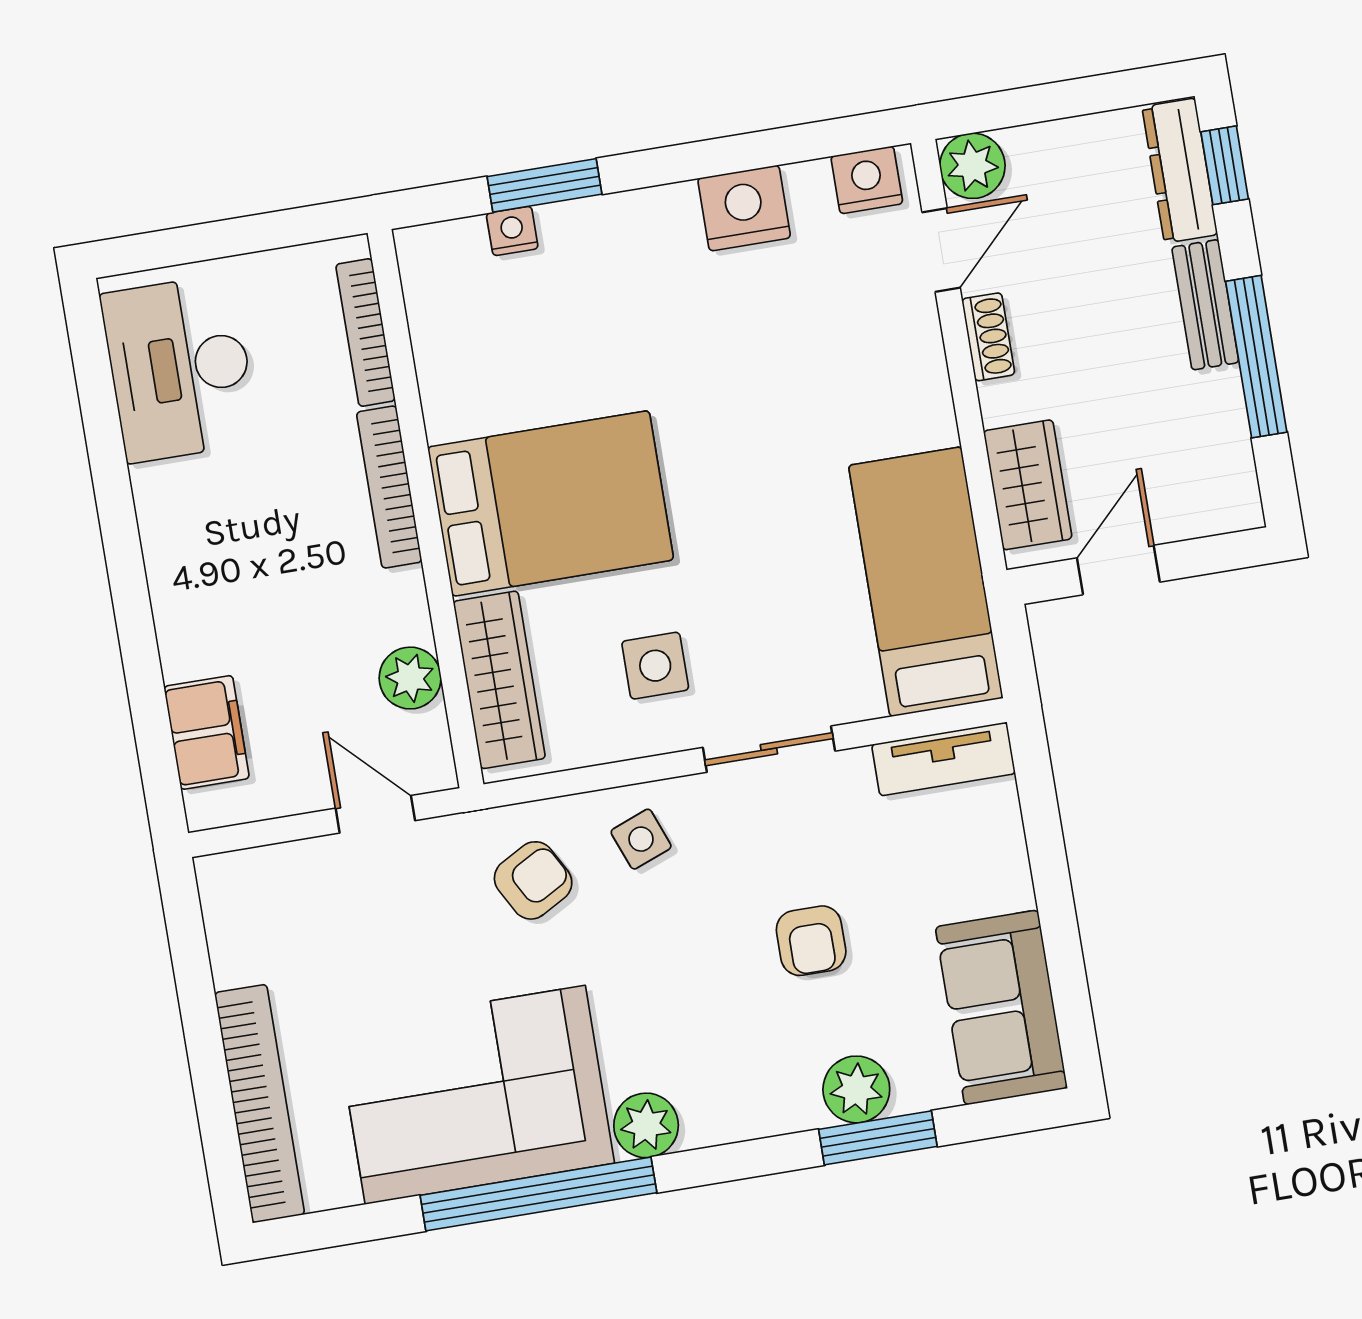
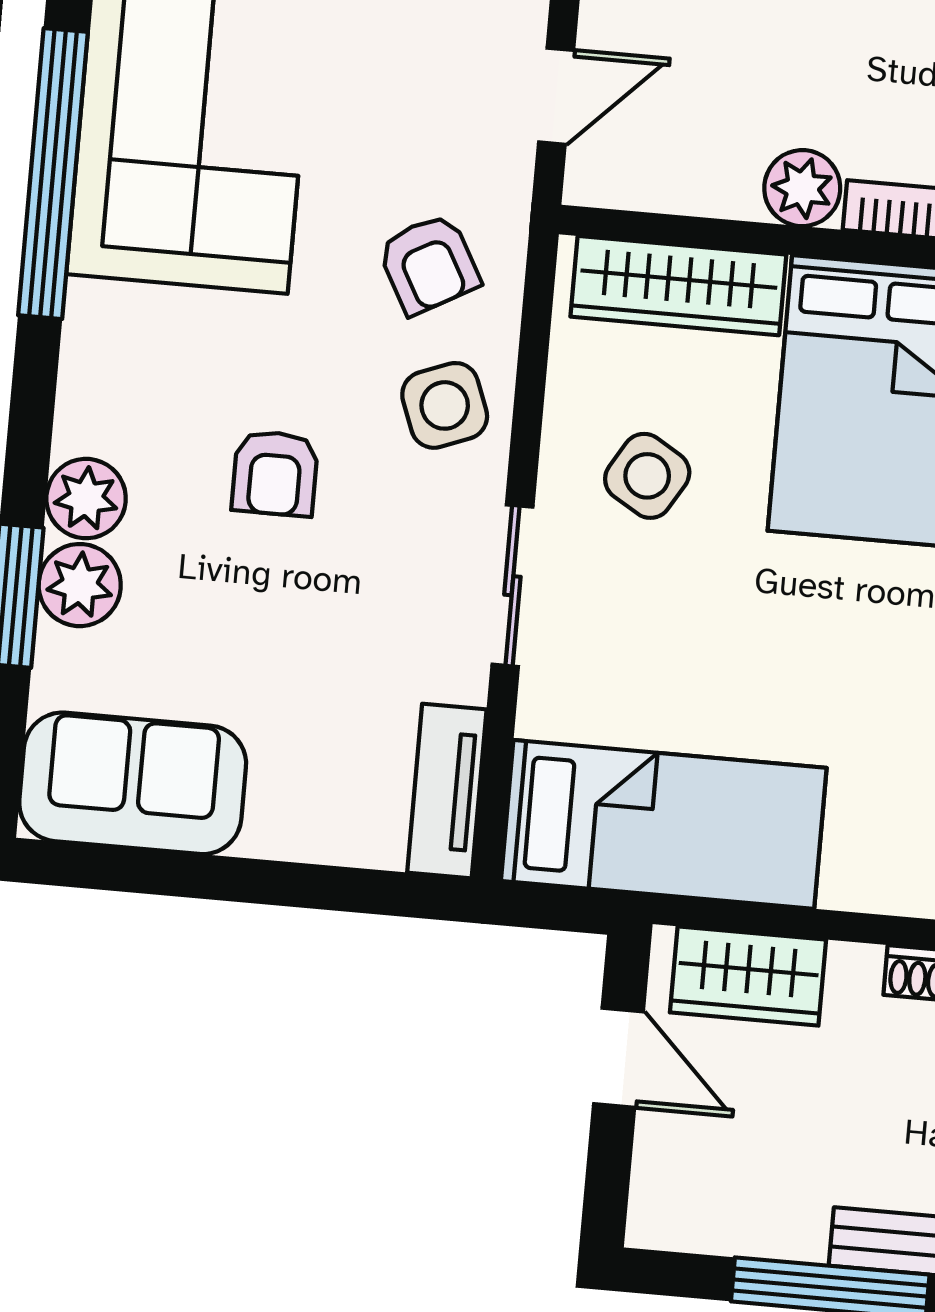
side table: (655, 666) -> (647, 476), turned 31
plant: (410, 678) -> (802, 188), moved
side table: (641, 839) -> (445, 405), width x1.37, depth x1.37
armchair: (811, 941) -> (275, 473), moved, turned -90
plant: (646, 1125) -> (86, 499), moved

